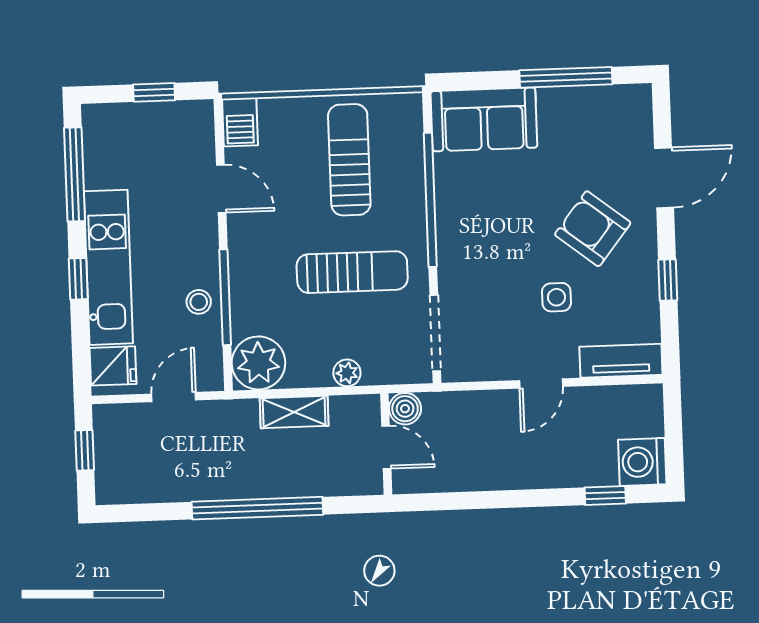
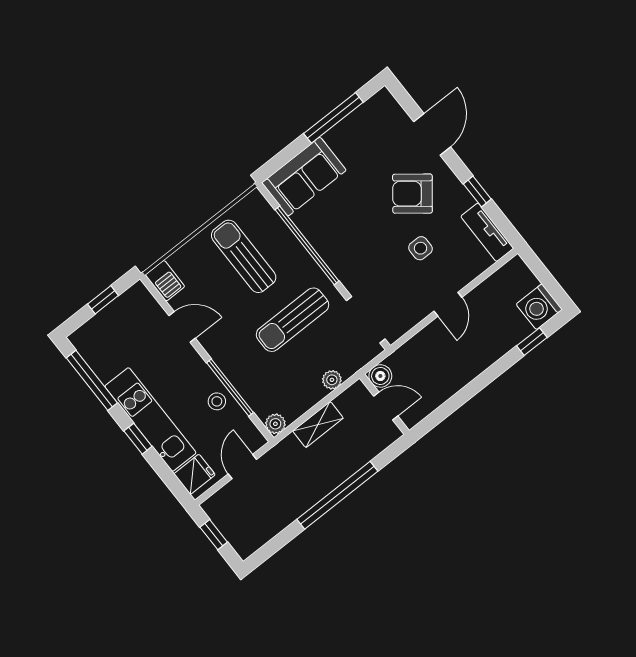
sun lounger: (352, 272) -> (292, 320), turned 180
tv unit: (621, 361) -> (487, 232), moved, turned -90
plant: (258, 363) -> (275, 424), width x0.53, depth x0.53

